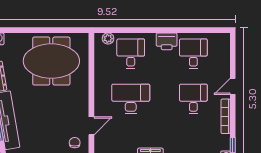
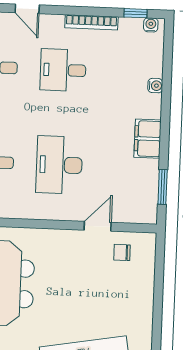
door: (233, 86) -> (27, 9), moved
door: (91, 126) -> (98, 226), hinge flipped

